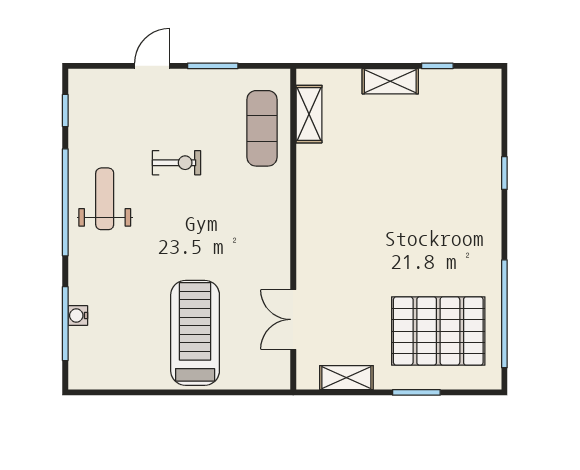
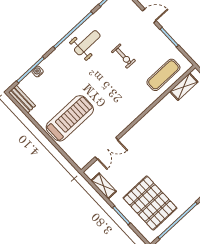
double door: (293, 319) -> (107, 148), swing flipped
bench: (98, 378) -> (22, 99), added

